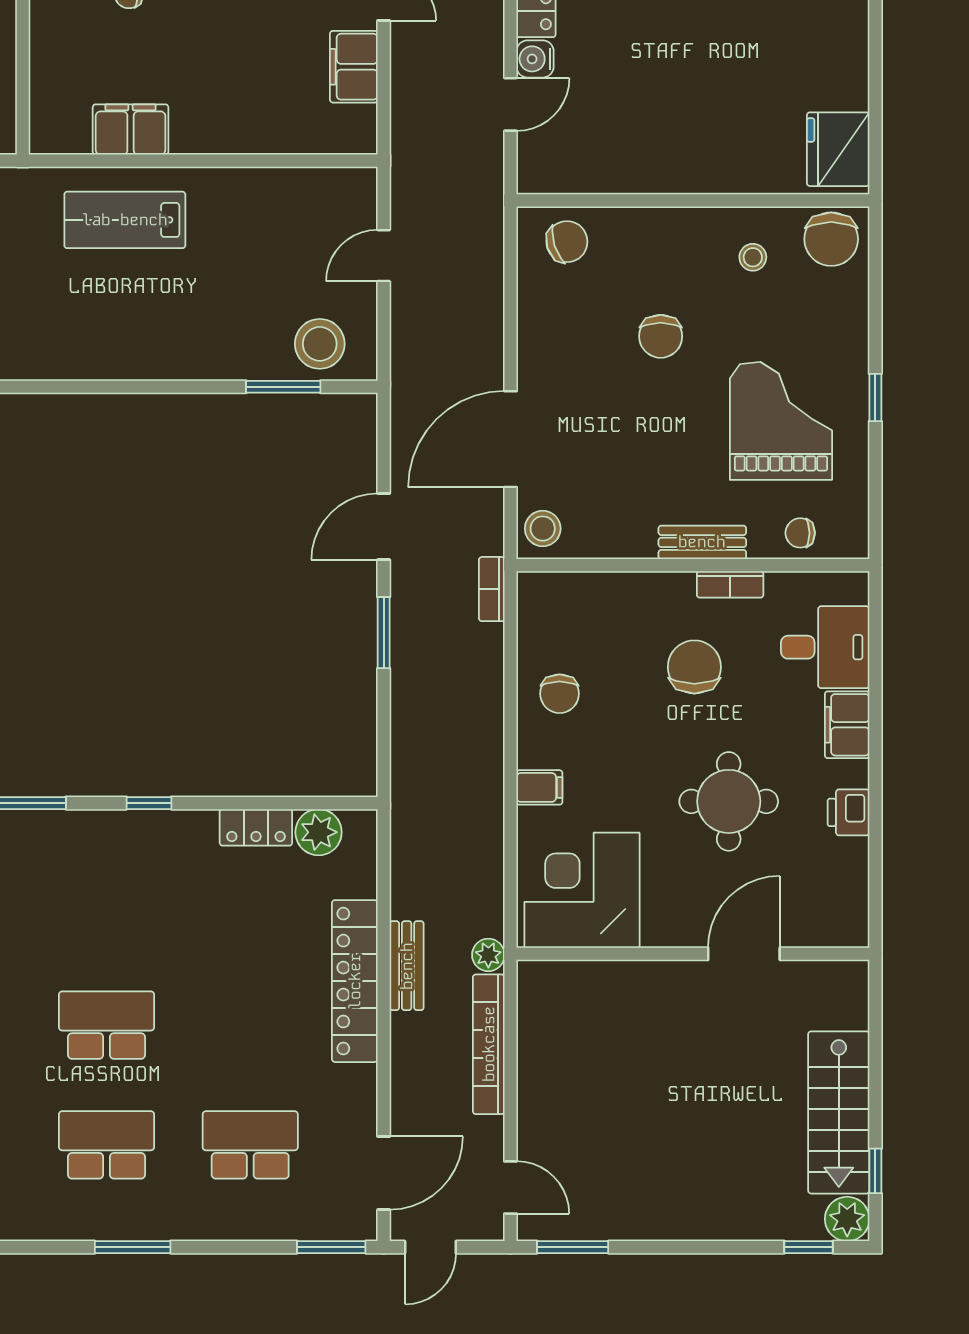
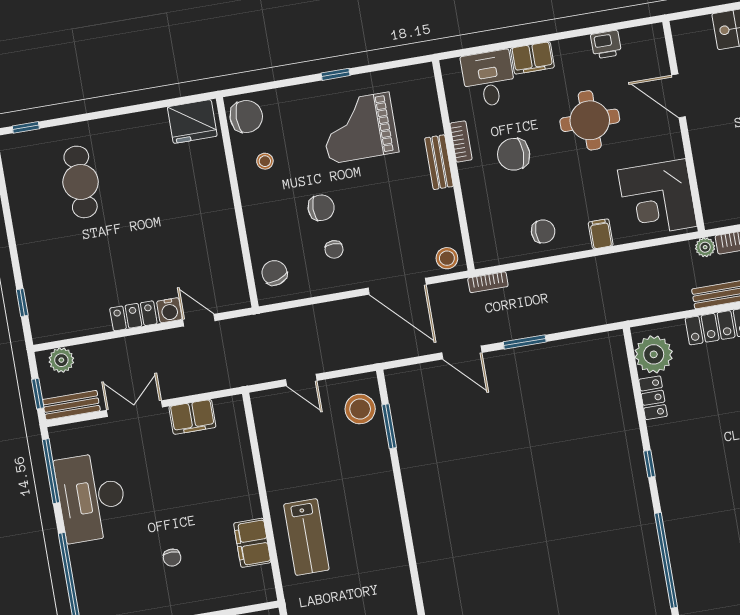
chair: (800, 533) -> (334, 249), moved
printer: (848, 812) -> (606, 45), moved
plant: (319, 832) -> (654, 354), width x1.36, depth x1.36

